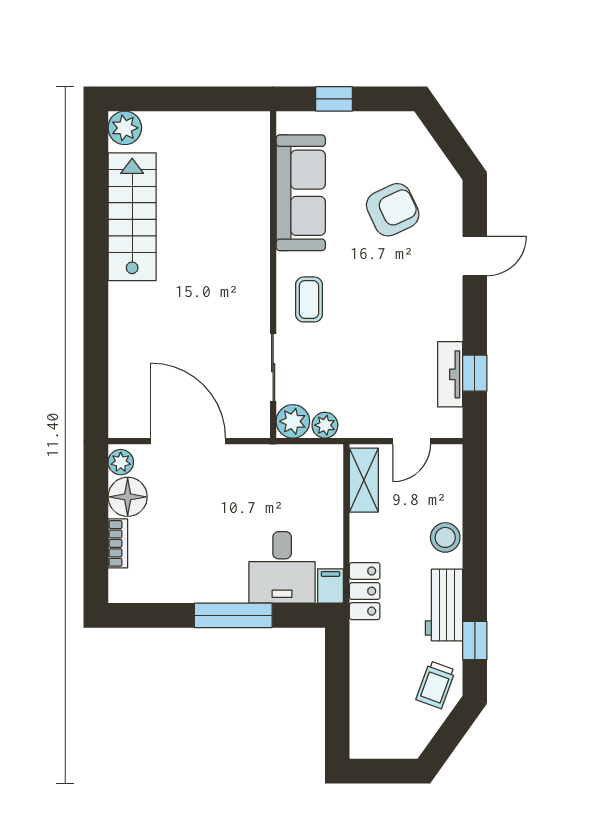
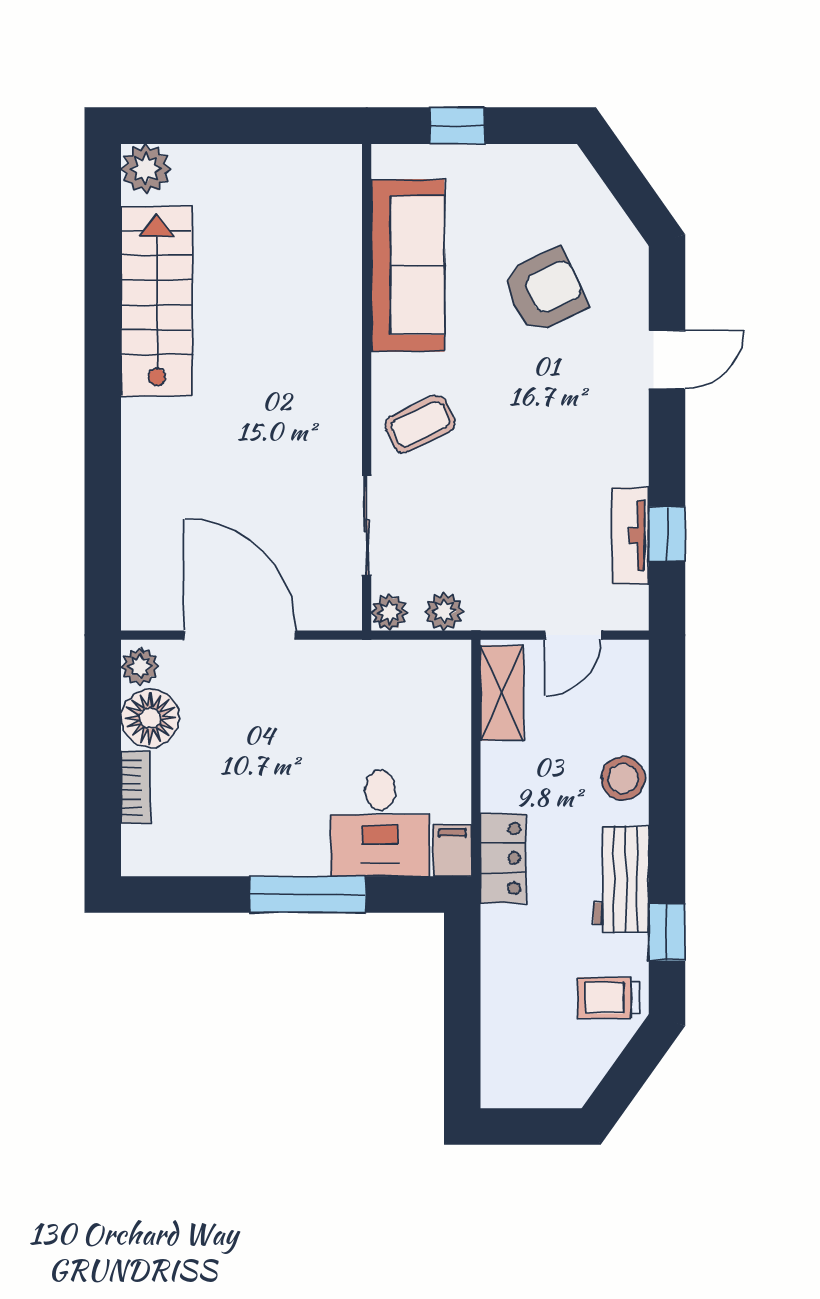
coffee table: (309, 299) -> (420, 424), turned 64
plant: (293, 421) -> (389, 612), width x0.73, depth x0.73
trolley: (436, 685) -> (609, 998), turned 70

